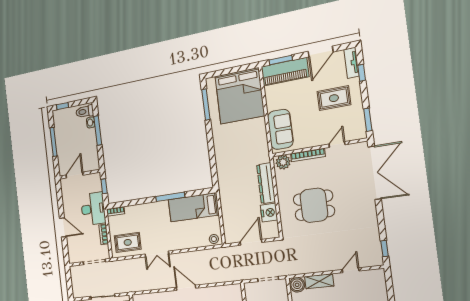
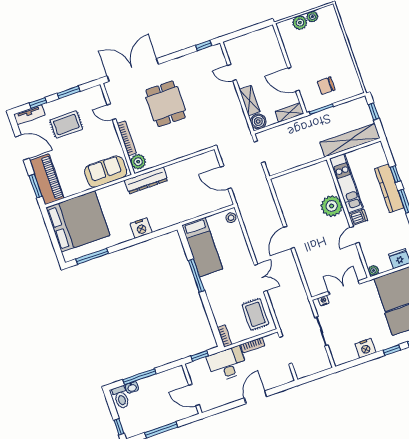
rug: (334, 98) -> (66, 125), turned 90
window: (368, 120) -> (69, 92), moved
dresser: (266, 183) -> (146, 180), moved
dining table: (314, 205) -> (166, 104), moved
nightstand: (269, 213) -> (141, 228), moved, turned 180

